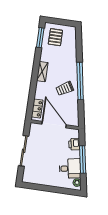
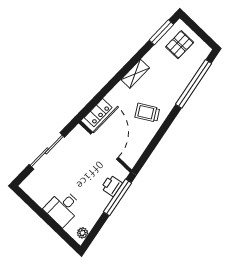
window: (80, 81) -> (194, 84), moved
window: (83, 159) -> (117, 197), moved
desk: (70, 168) -> (63, 208), moved, turned 100

